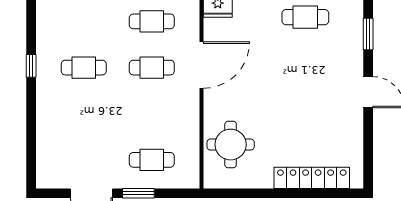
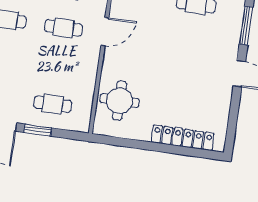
window: (368, 34) -> (246, 26), width x1.44
door: (202, 65) -> (105, 32), width x0.73

